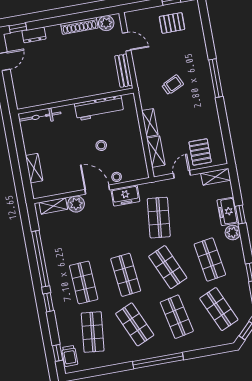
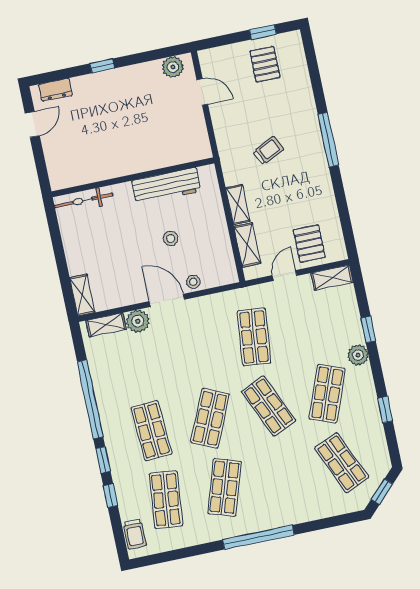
pallet: (172, 23) -> (265, 64), turned 90
shoe rack: (79, 26) -> (135, 72), removed
window: (18, 28) -> (102, 66), moved
dresser: (34, 35) -> (55, 90), moved
bench: (124, 71) -> (199, 133), removed
shelving: (34, 168) -> (82, 295), moved
freezer: (125, 195) -> (206, 307), removed
freezer: (228, 211) -> (350, 326), removed
shop shelf: (210, 259) -> (327, 394), turned 30
shop shelf: (126, 275) -> (210, 418), turned 30
shop shelf: (177, 317) -> (283, 475), removed
shop shelf: (135, 324) -> (225, 487), turned 42
window: (58, 353) -> (110, 496), moved

